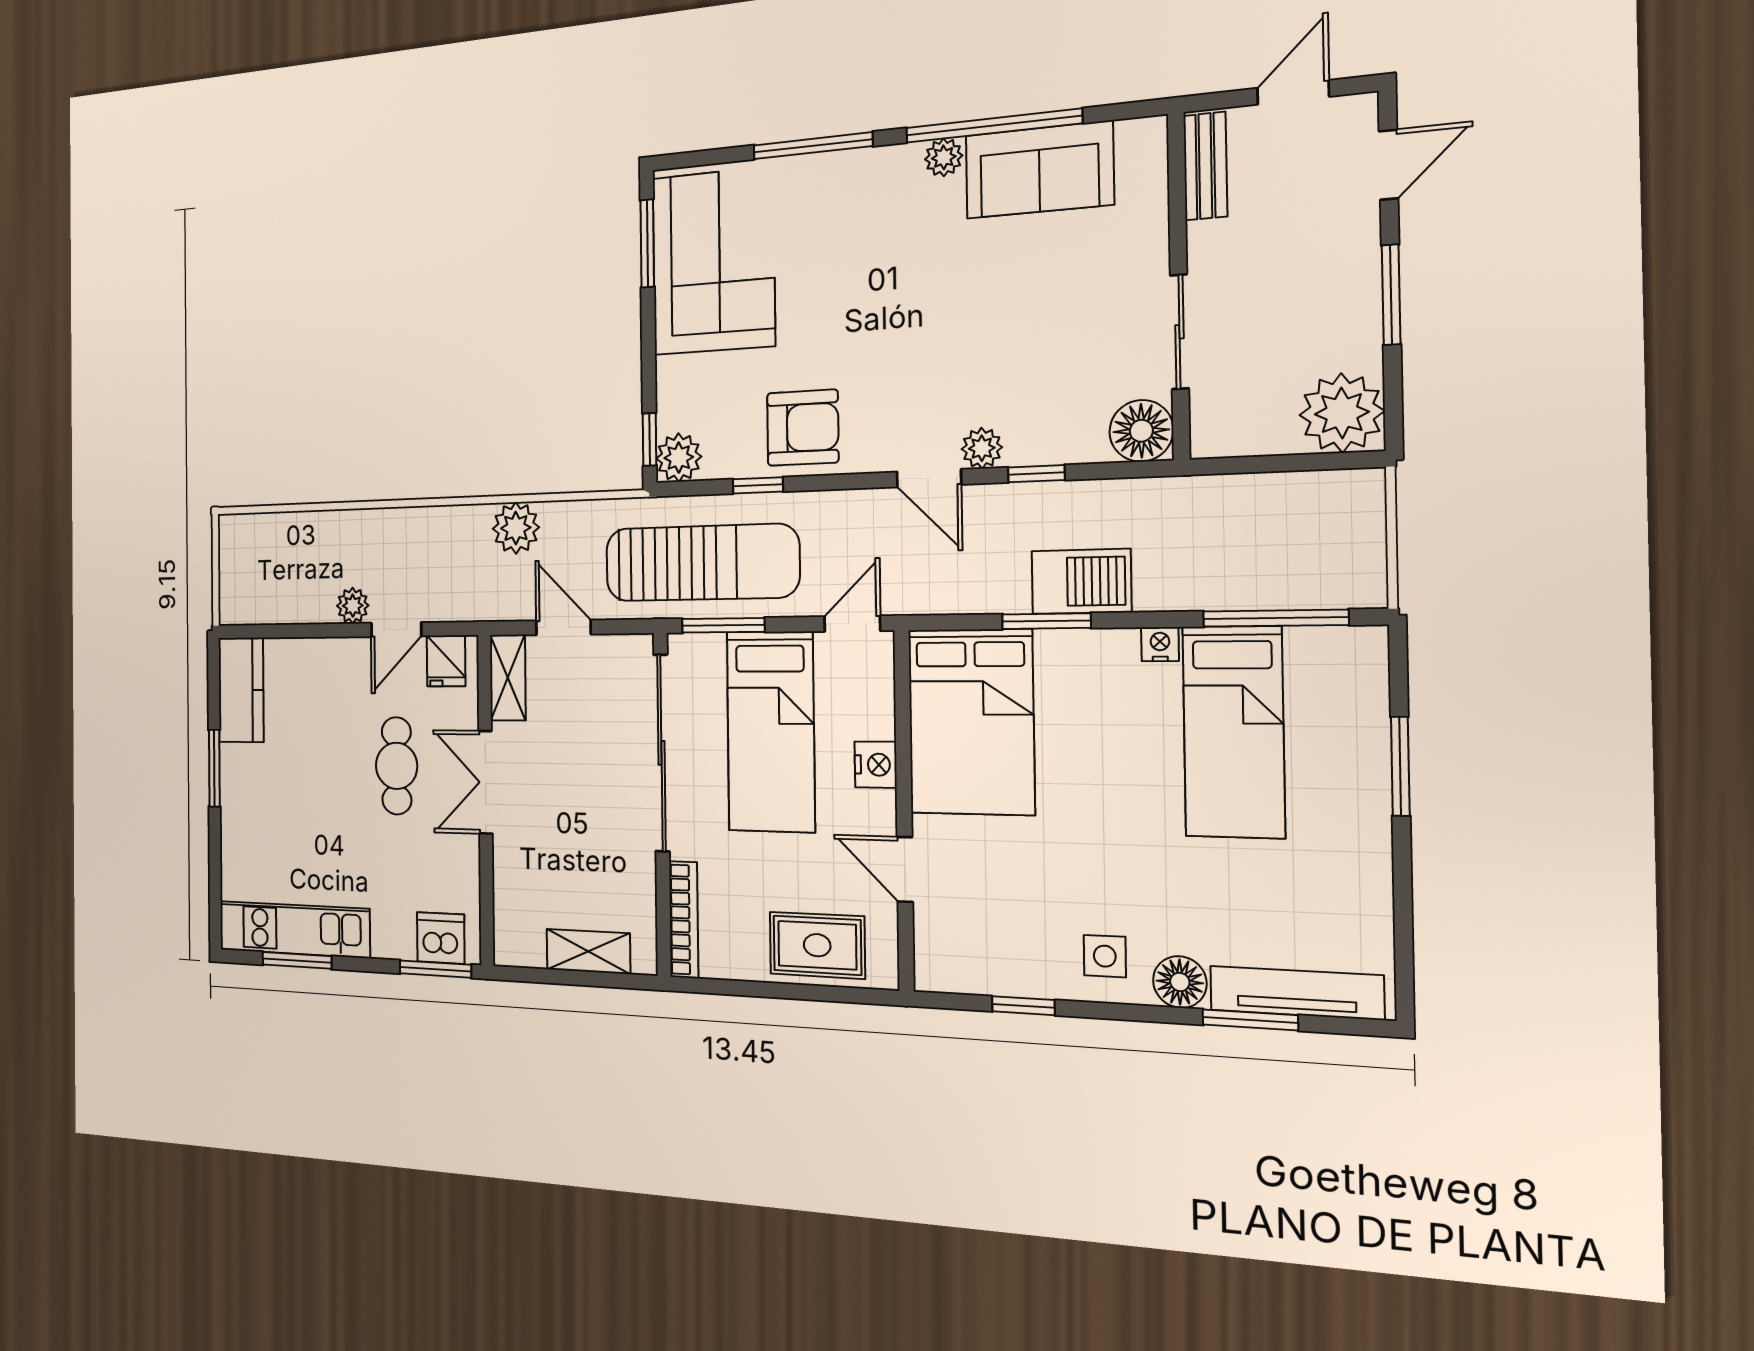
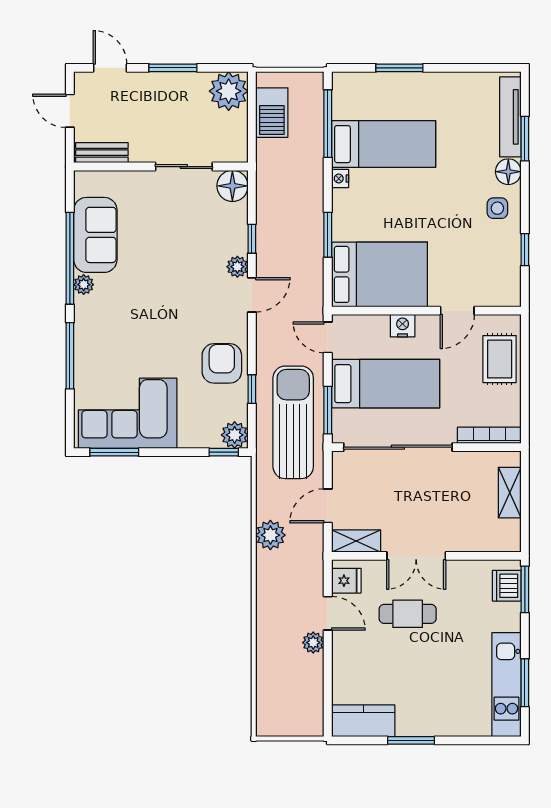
barbecue: (1081, 581) -> (272, 113), moved, turned 180

